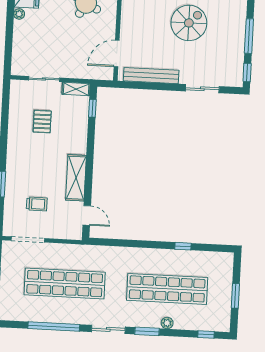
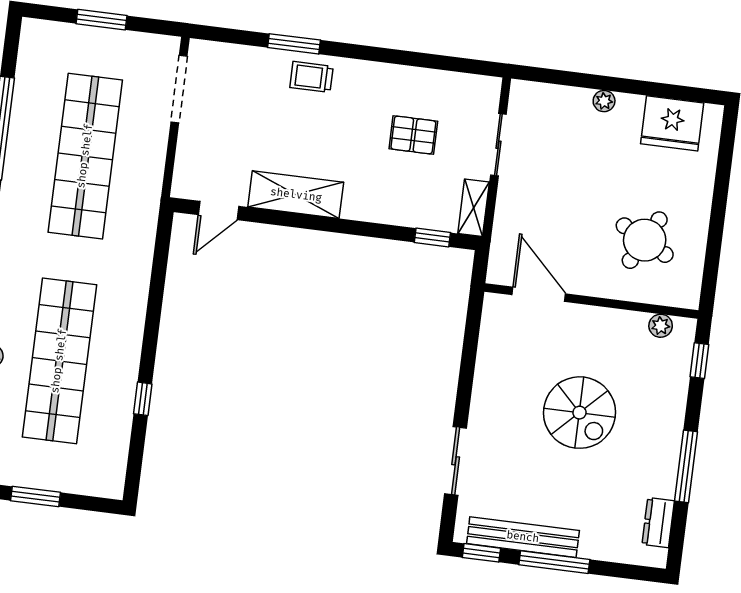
plant: (19, 14) -> (604, 101), moved
spiral stairs: (189, 23) -> (579, 413), moved
bench: (151, 76) -> (523, 537), moved, turned 90
trolley: (37, 204) -> (312, 77), moved, turned 90

